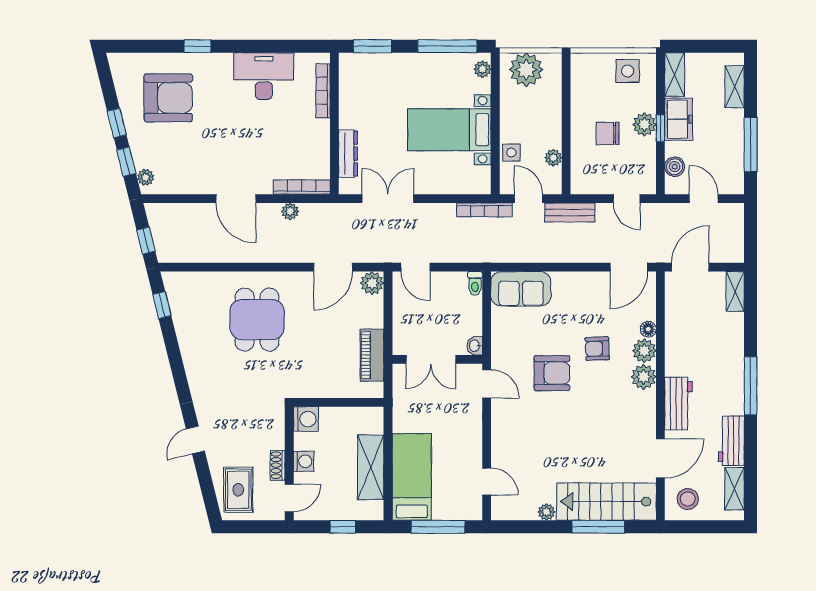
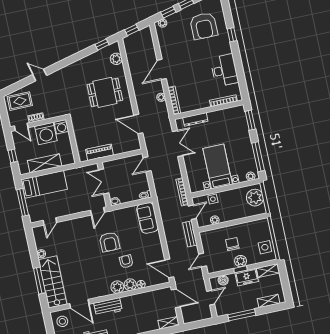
plant: (372, 283) -> (116, 59), moved
washing machine: (304, 461) -> (46, 133), width x1.89, depth x1.89

